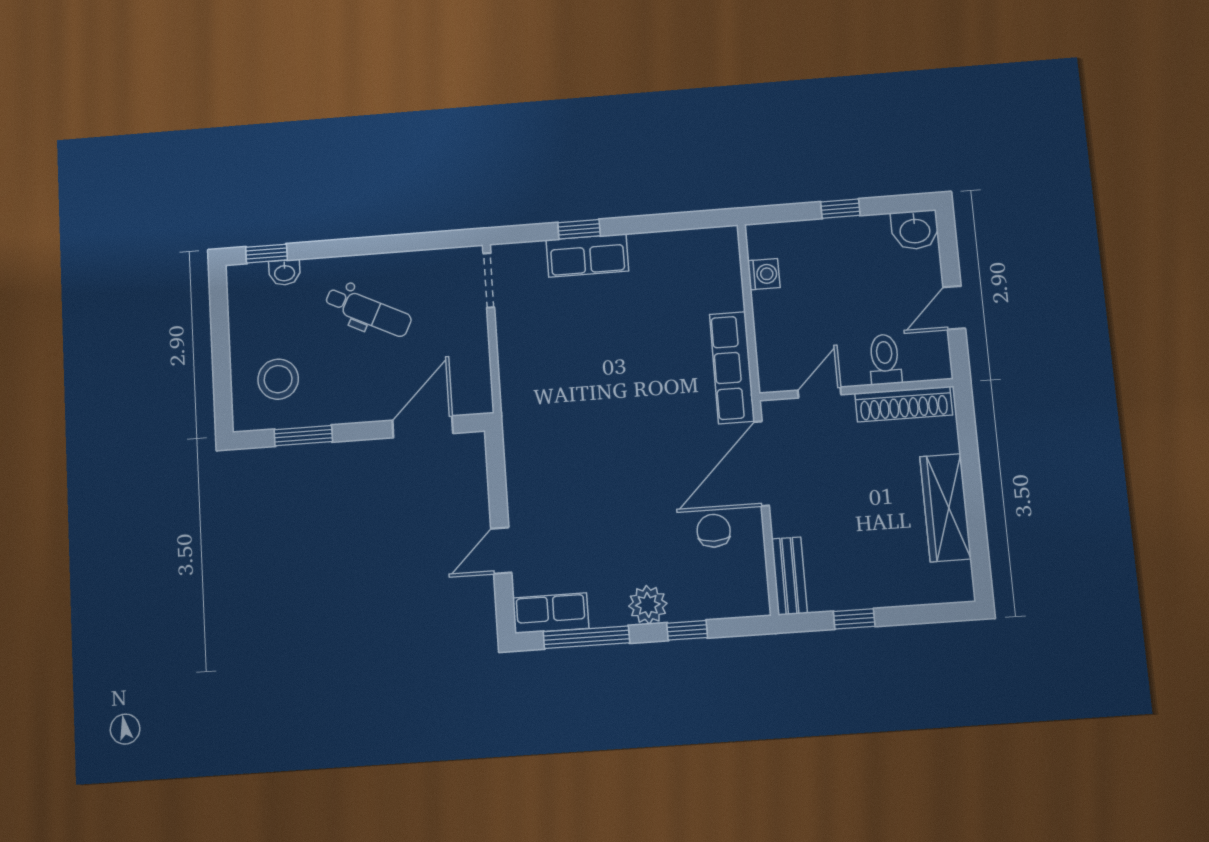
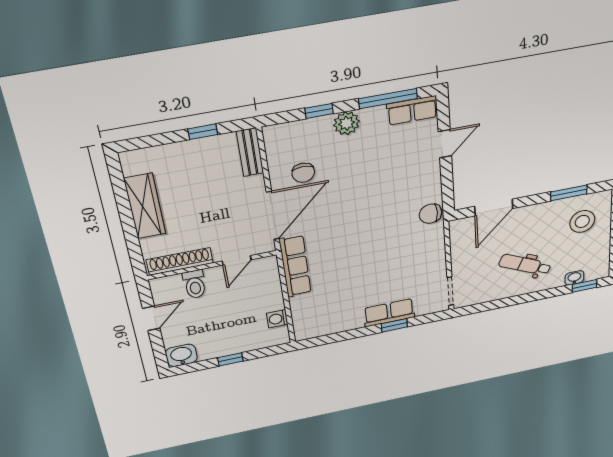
chair: (522, 431) -> (430, 214), added

